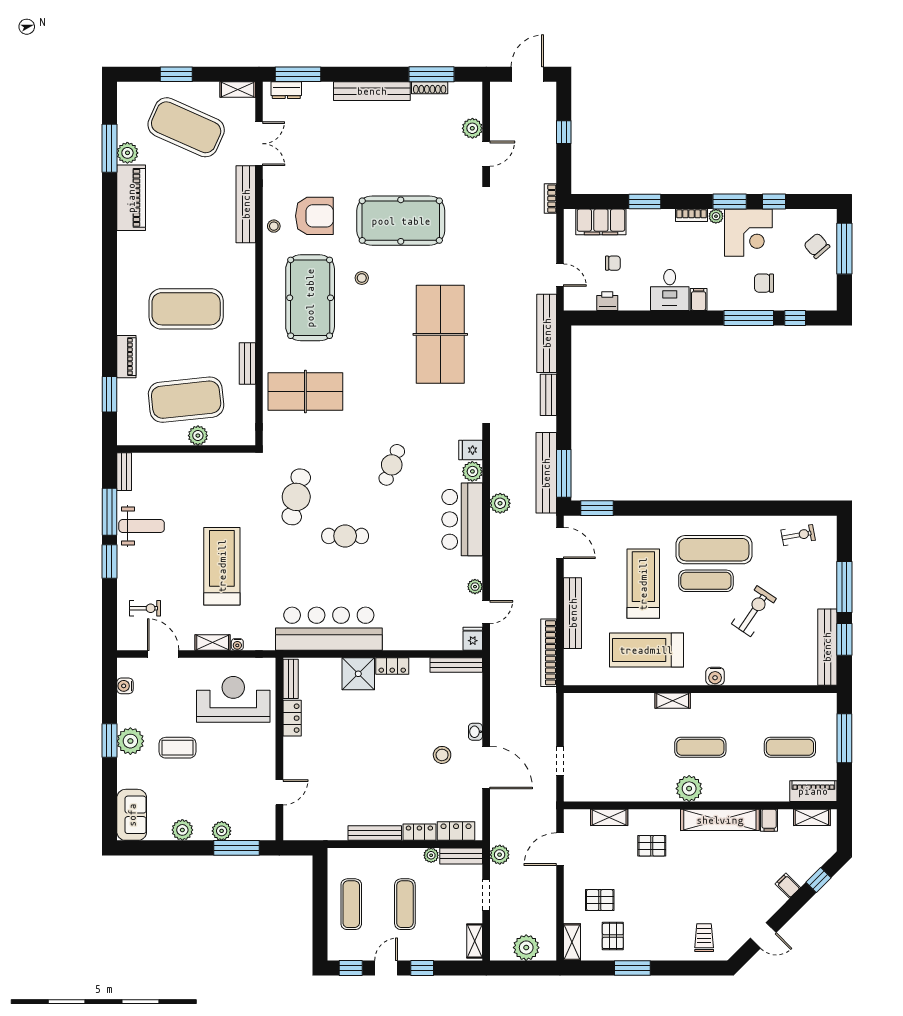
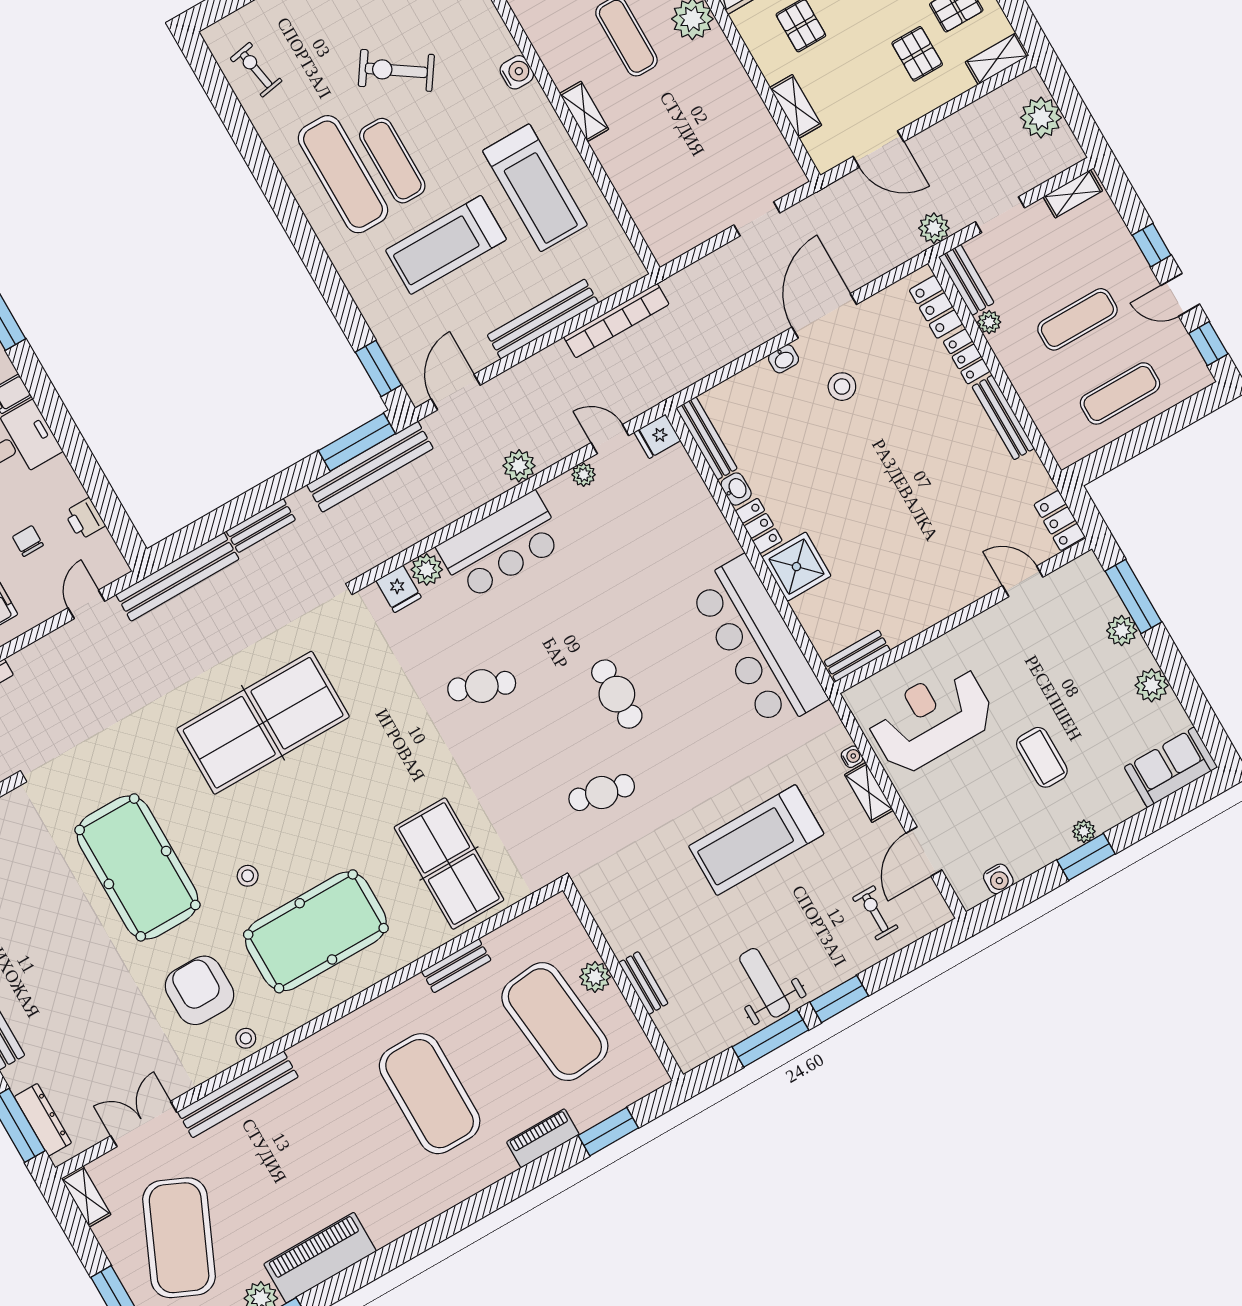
dresser: (286, 90) -> (43, 1120), width x1.44
bench: (124, 472) -> (643, 983), moved, turned 90
cafe table: (296, 497) -> (602, 793), width x0.73, depth x0.74
plant: (500, 503) -> (519, 466), moved
washbasin: (419, 665) -> (736, 489), added
reception desk: (233, 699) -> (931, 719), turned 90
locker: (292, 718) -> (1060, 521), moved, turned -90
plant: (130, 741) -> (1084, 831), width x0.53, depth x0.53

